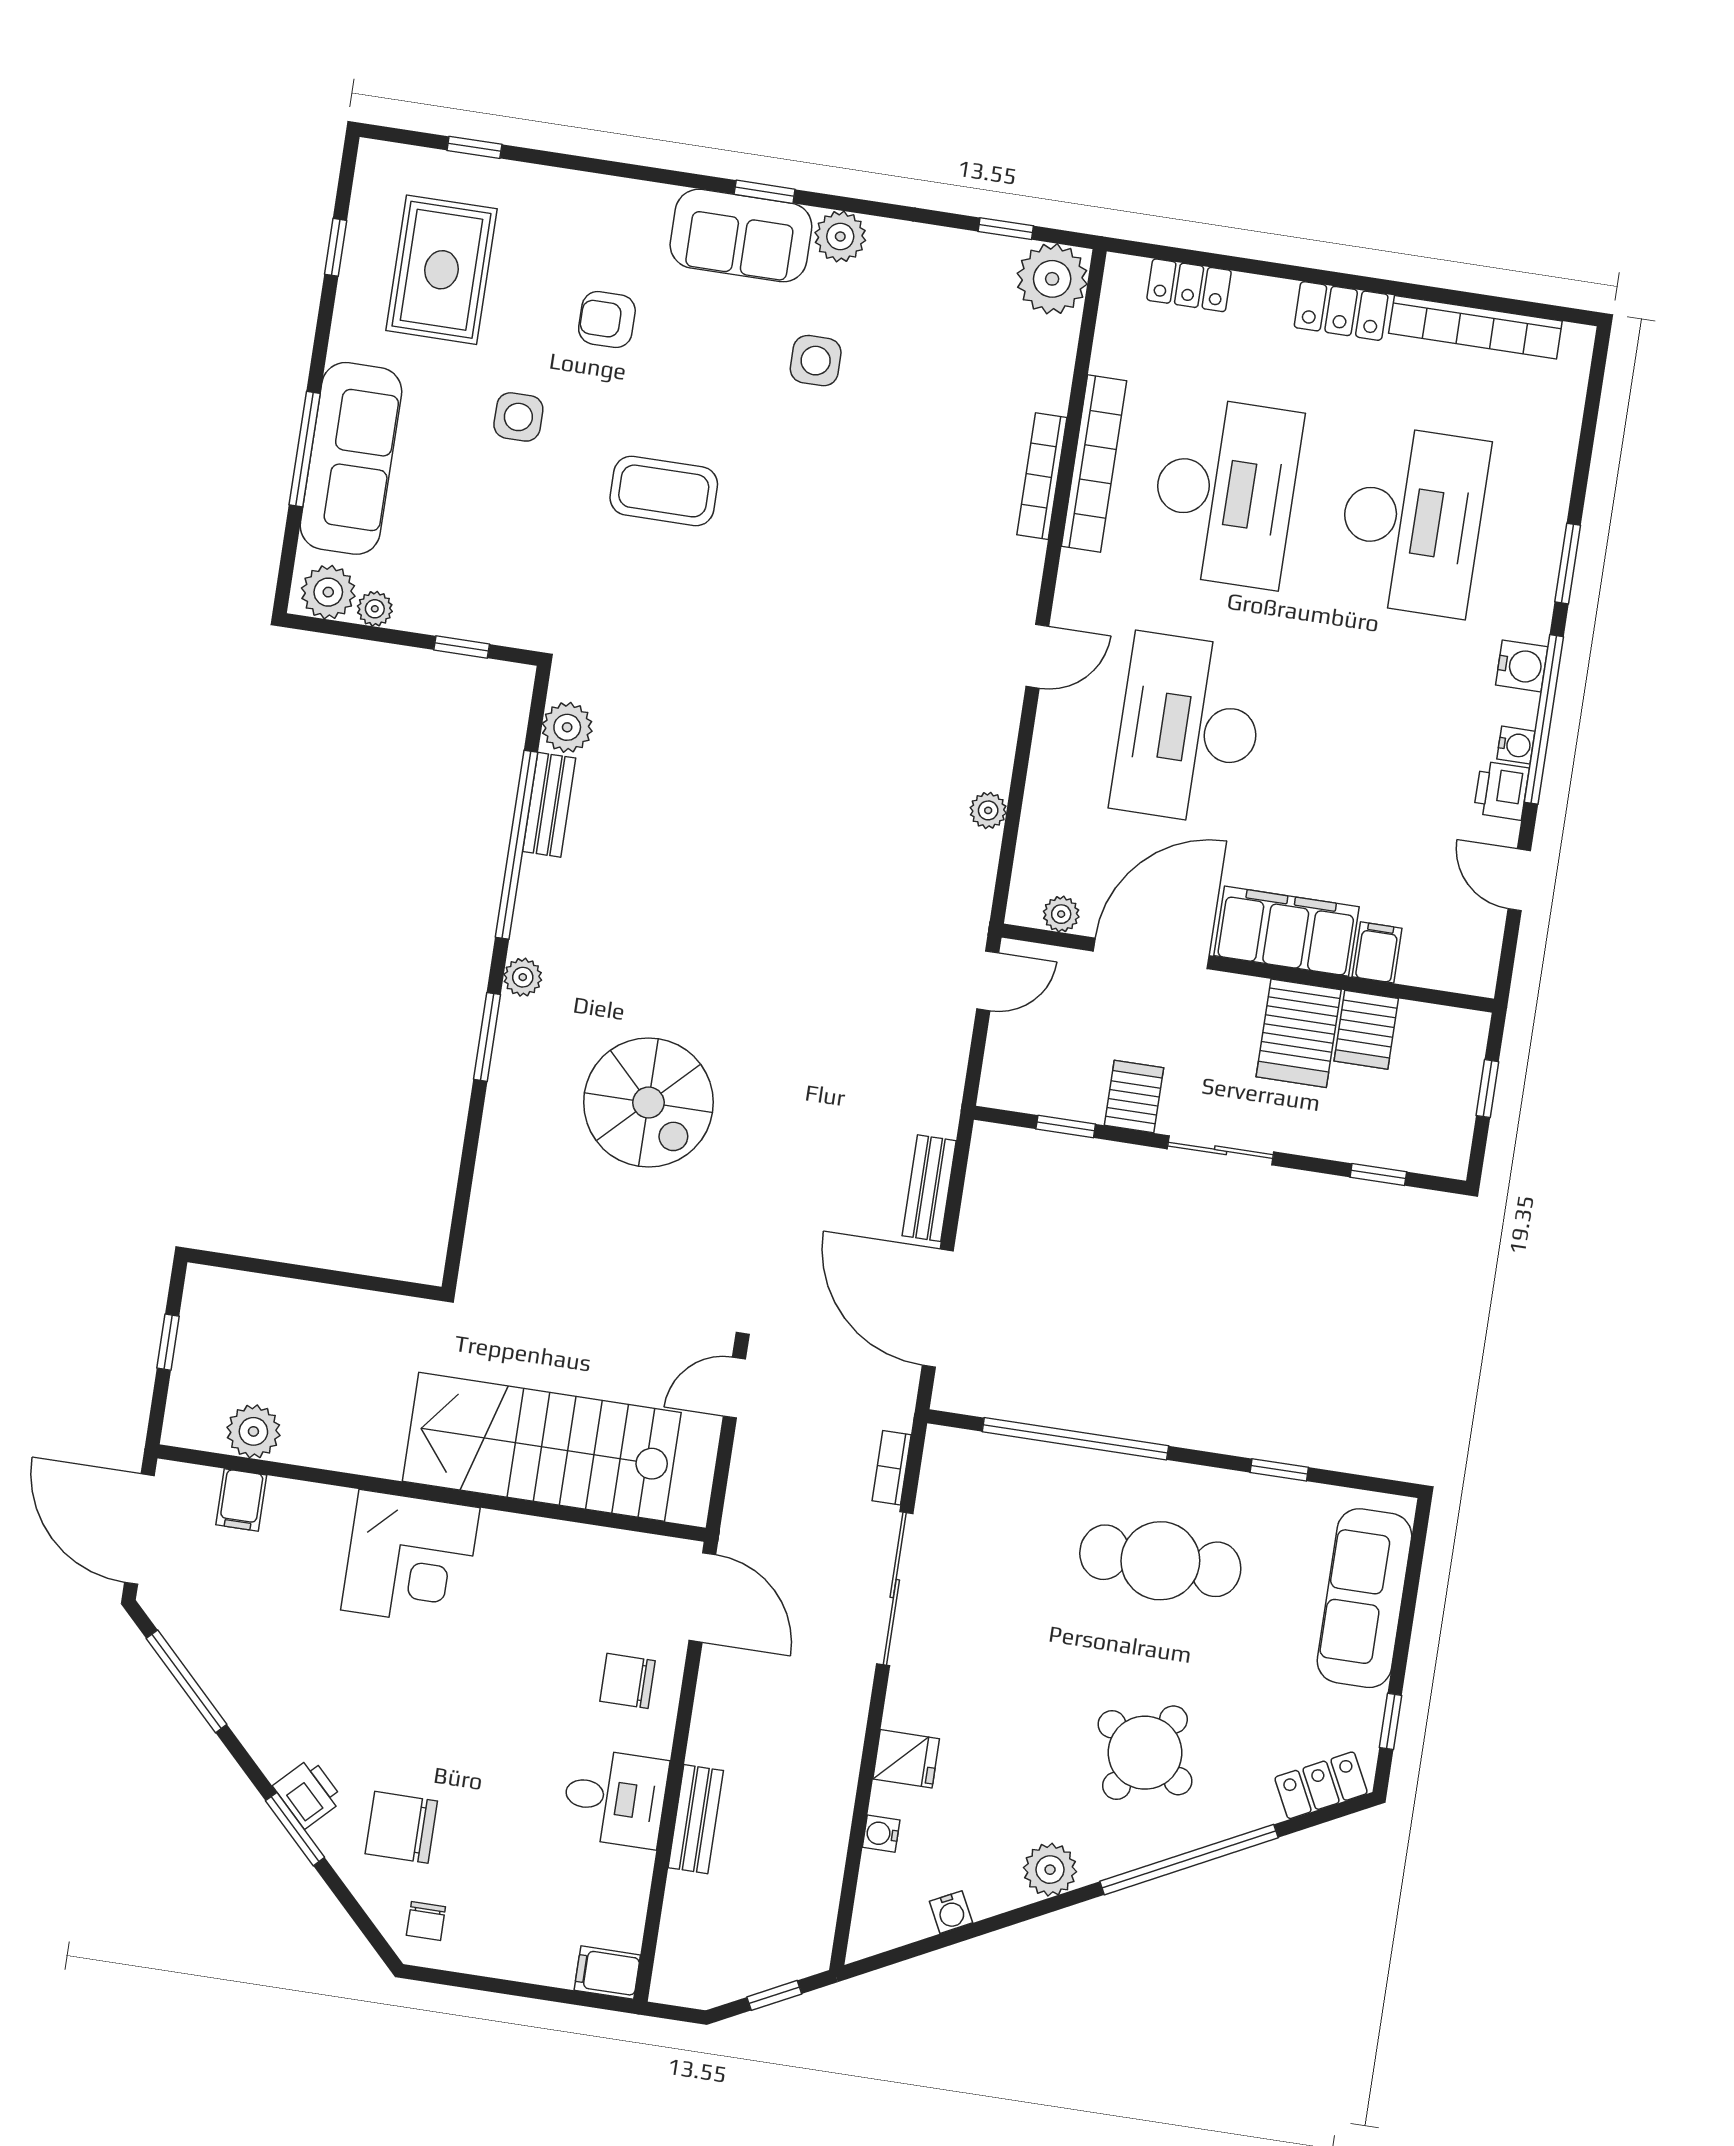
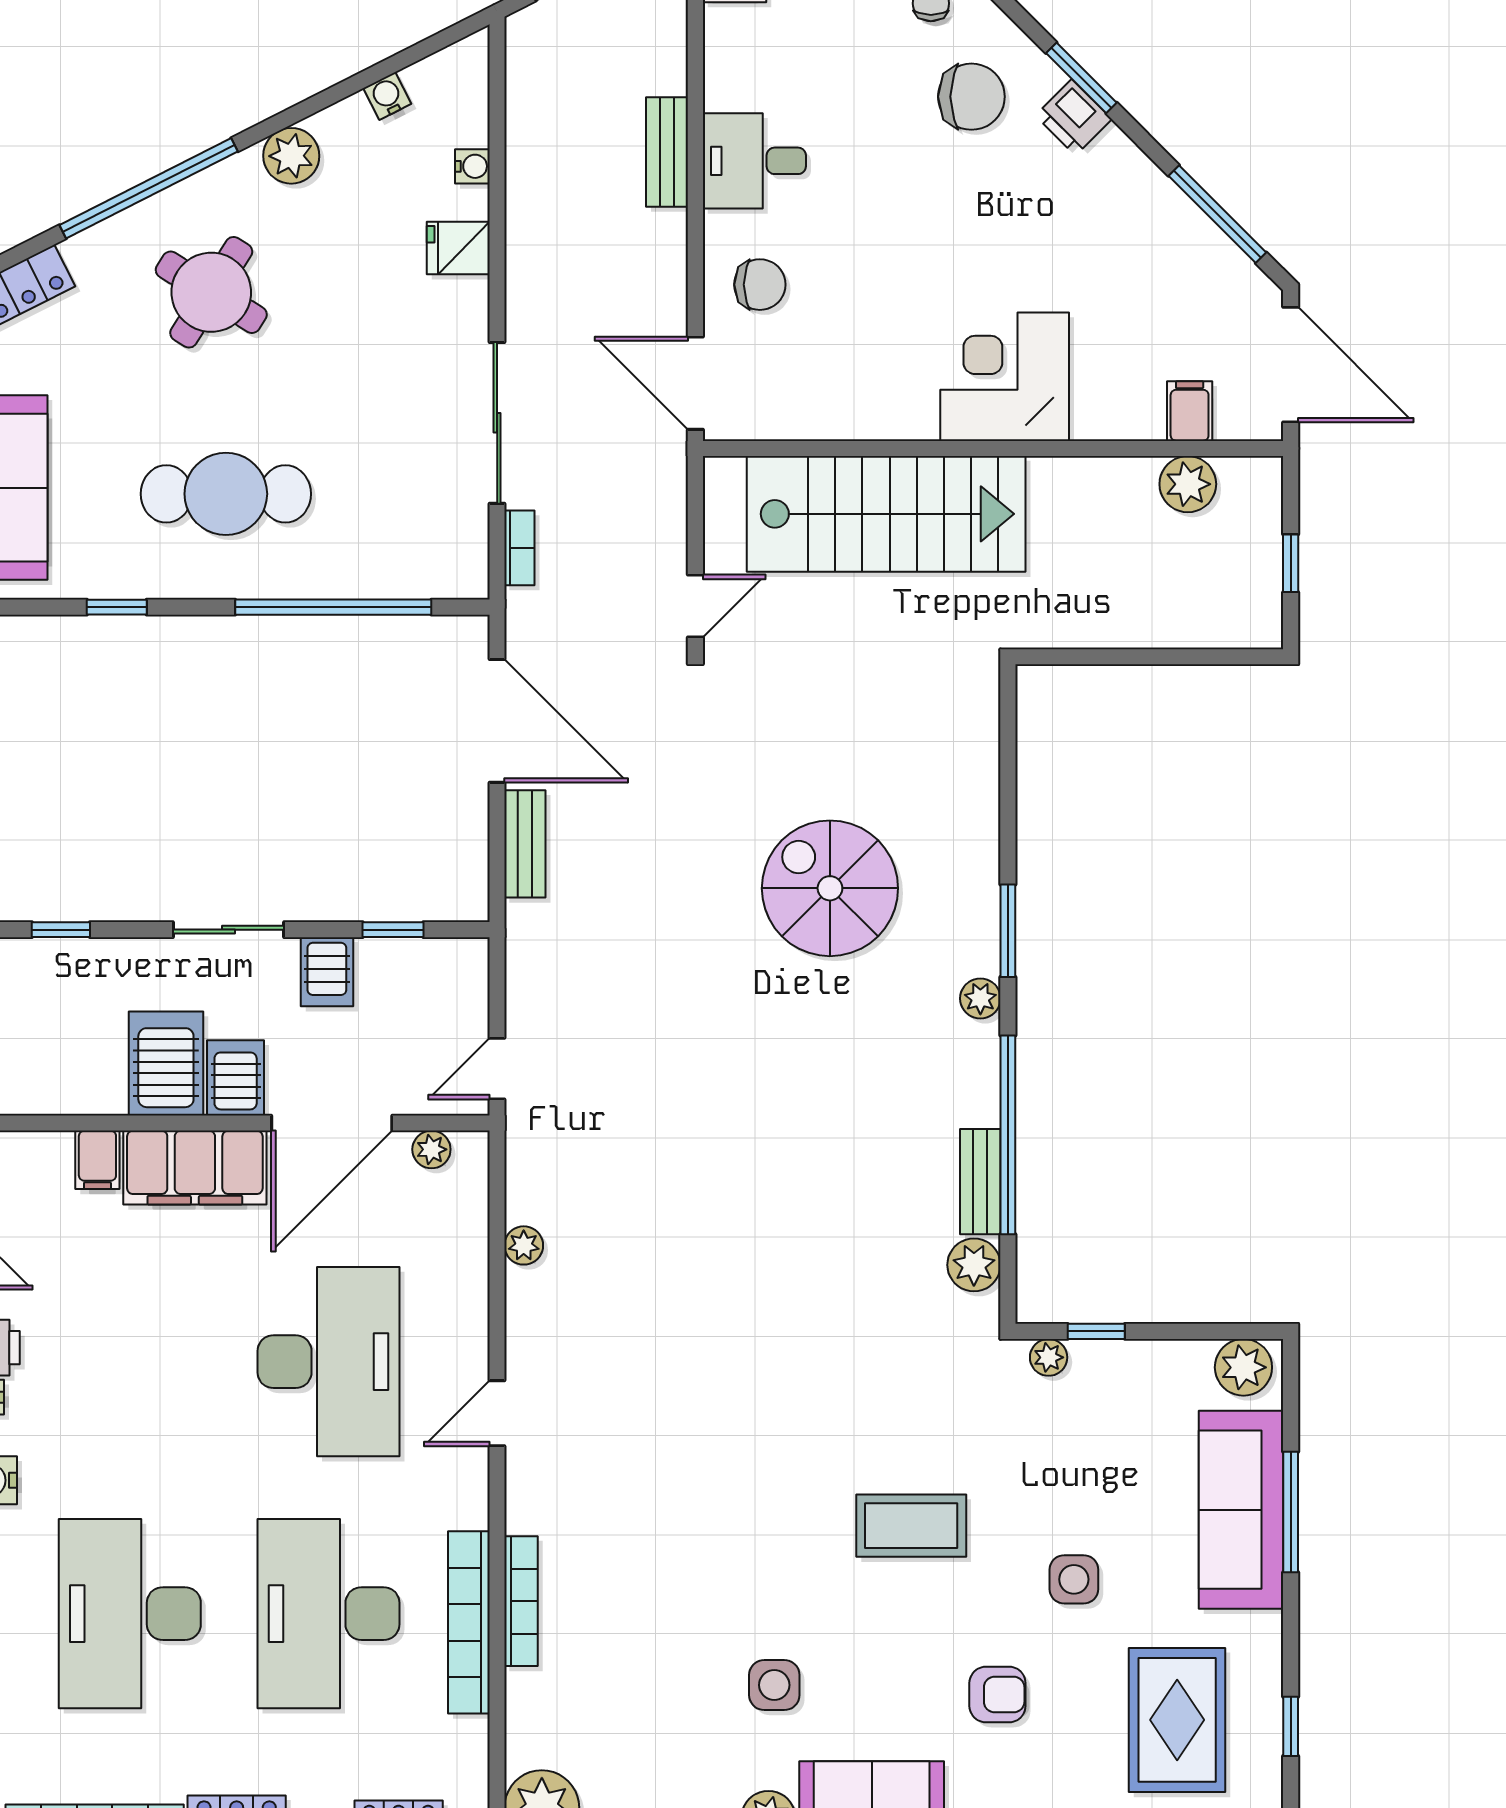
plant: (375, 609) -> (1049, 1357), moved
server rack: (1366, 1030) -> (236, 1078), moved

